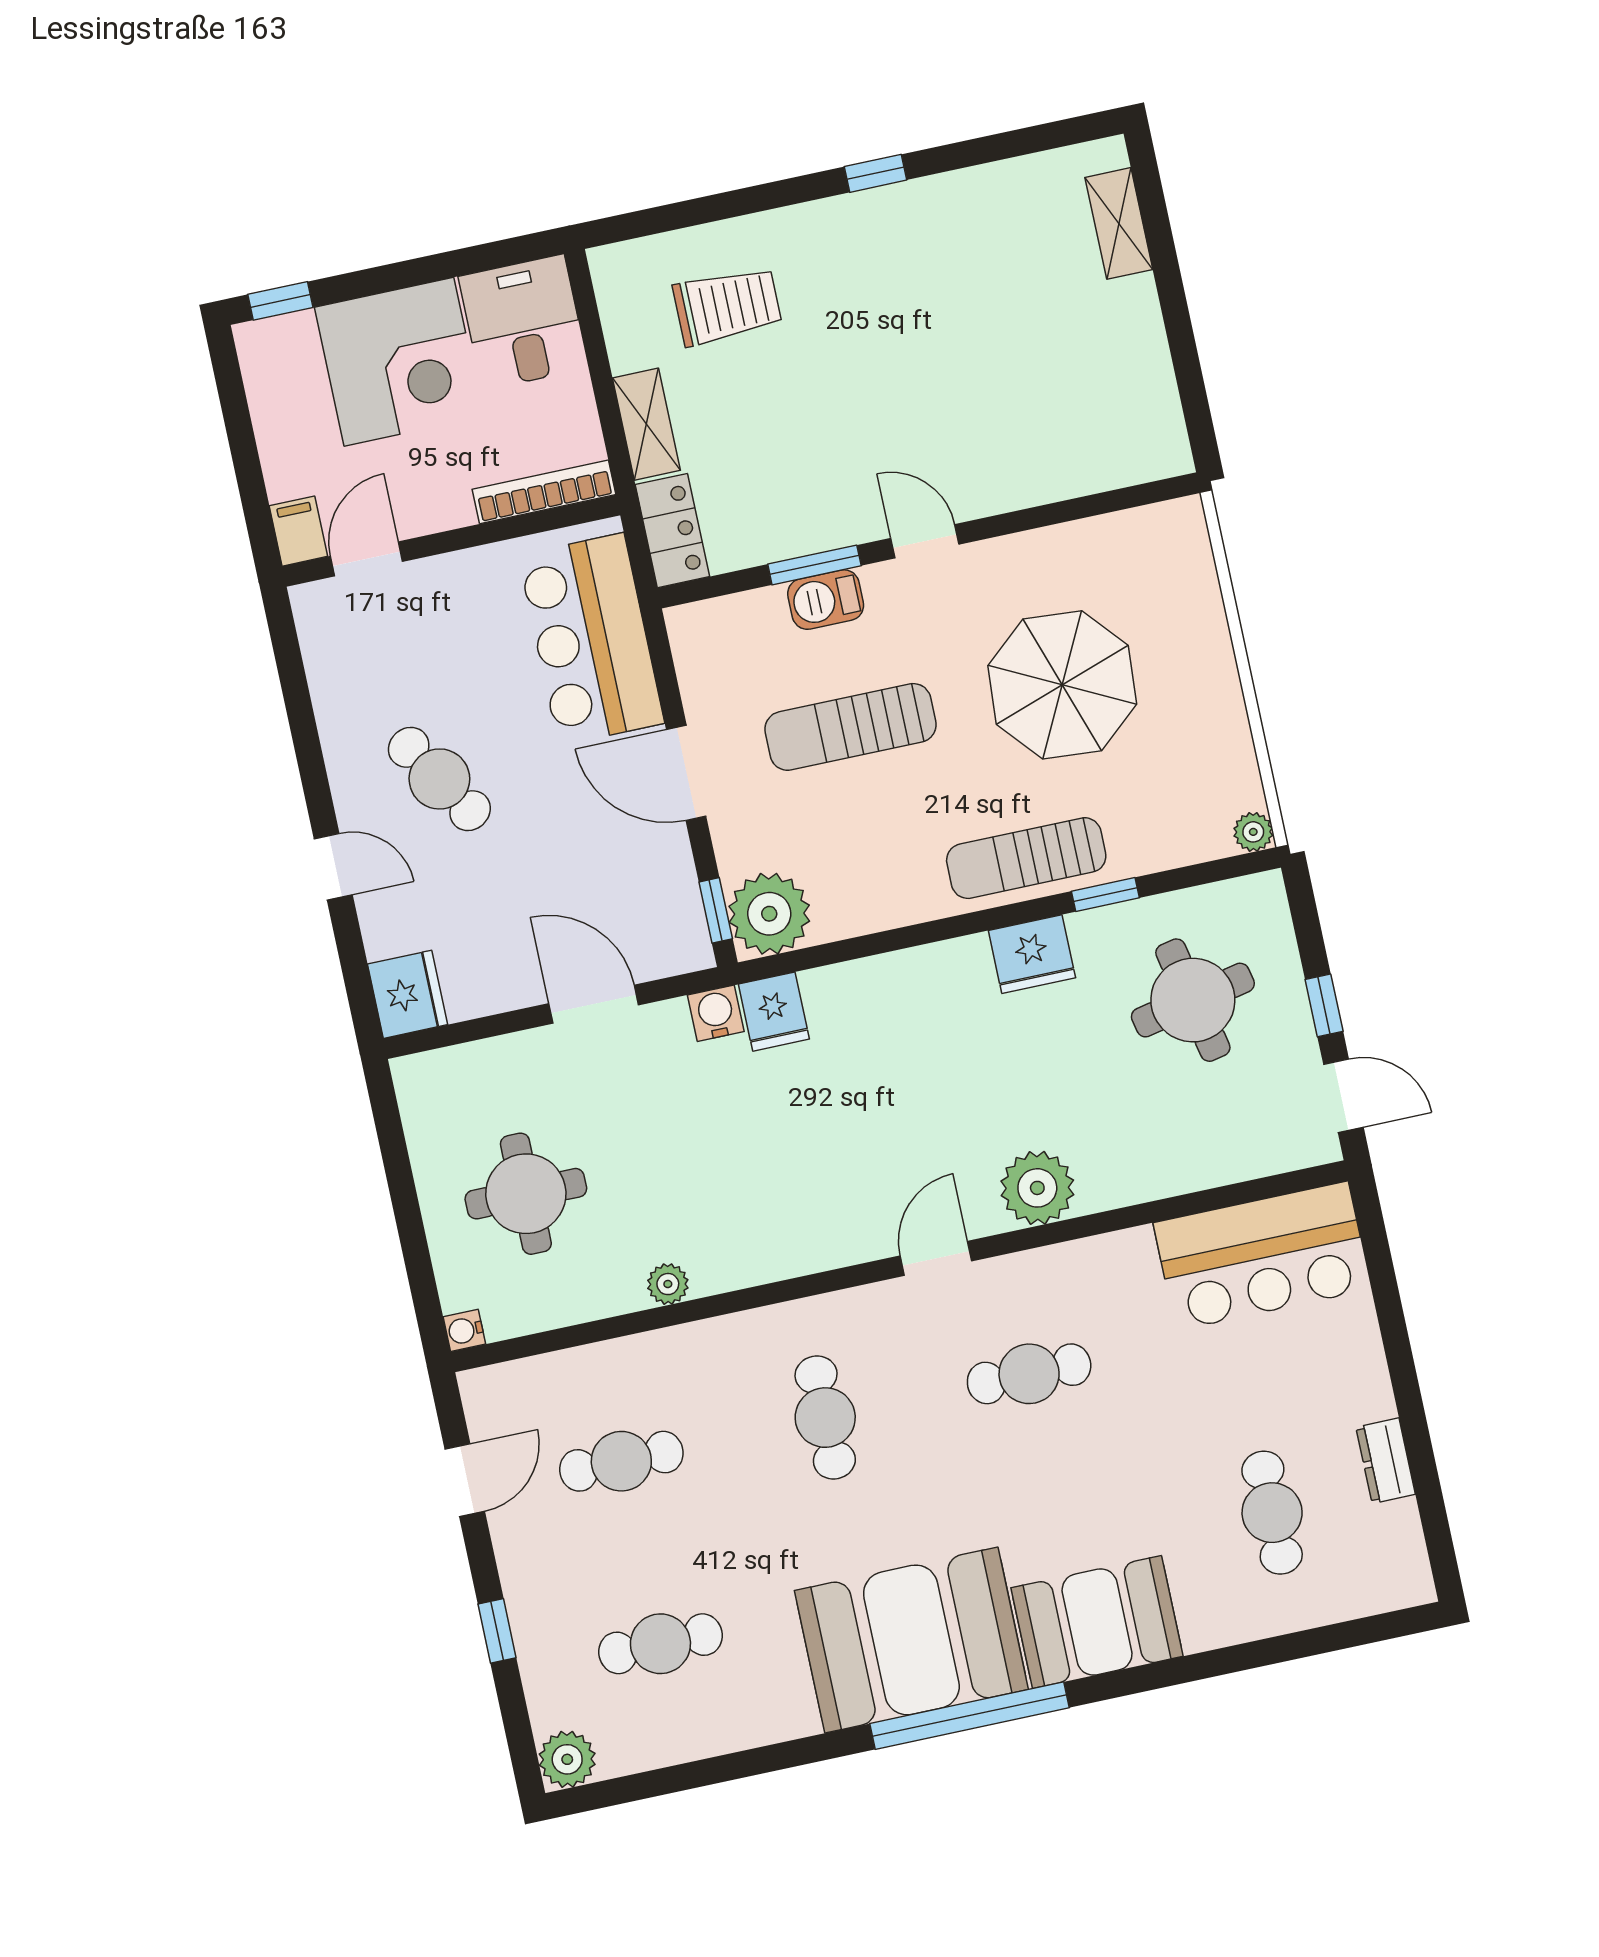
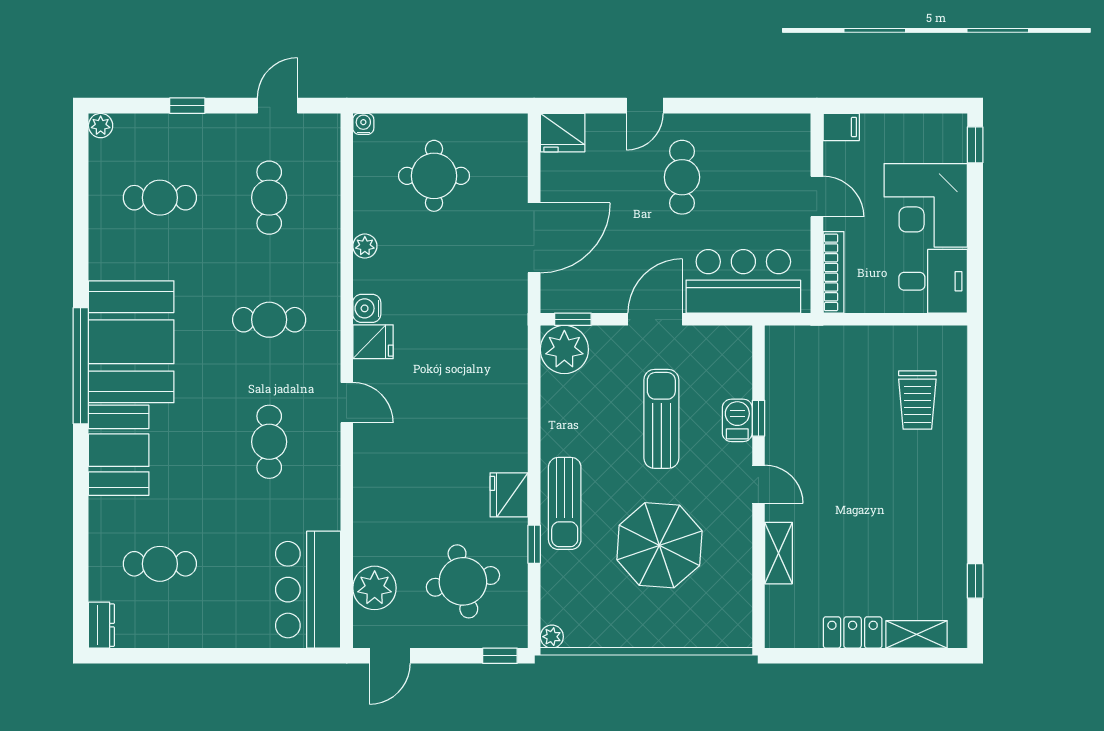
window: (875, 173) -> (975, 581), moved
shelving: (646, 424) -> (778, 553), moved, turned 90
locker: (672, 531) -> (853, 632), moved, turned 180
door: (925, 541) -> (758, 484), hinge flipped
door: (367, 559) -> (817, 197), moved
window: (814, 565) -> (758, 418), width x0.67
cafe table: (439, 779) -> (682, 177), turned -58
sun lounger: (1026, 858) -> (565, 503), turned 180
door: (594, 1004) -> (534, 238), width x1.36
window: (1324, 1005) -> (500, 656), moved
fridge: (774, 1012) -> (373, 342), moved, turned 180
water cooler: (716, 1013) -> (367, 308), moved, turned 180
plant: (1037, 1188) -> (375, 588), moved
dresser: (1386, 1461) -> (101, 625), moved, turned 90
door: (465, 1480) -> (277, 106), swing flipped
cafe table: (660, 1644) -> (160, 198), turned 90
plant: (567, 1759) -> (101, 126), width x0.73, depth x0.73

